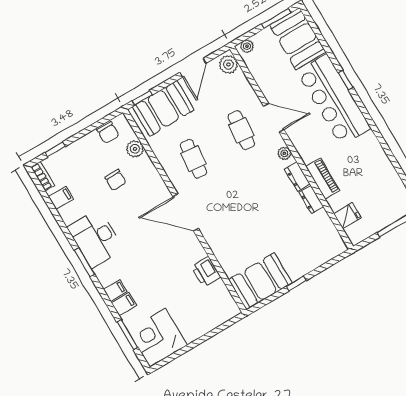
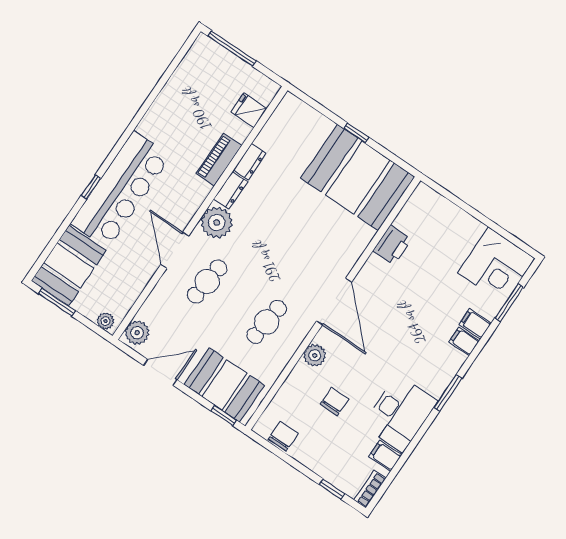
plant: (135, 149) -> (315, 355), moved
plant: (284, 153) -> (217, 223), width x1.87, depth x1.87
desk: (96, 239) -> (400, 413), moved
booth: (260, 281) -> (358, 178), width x1.36, depth x1.42

